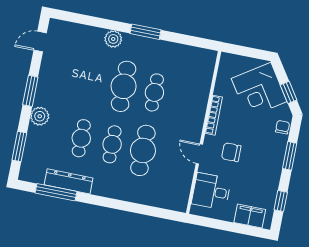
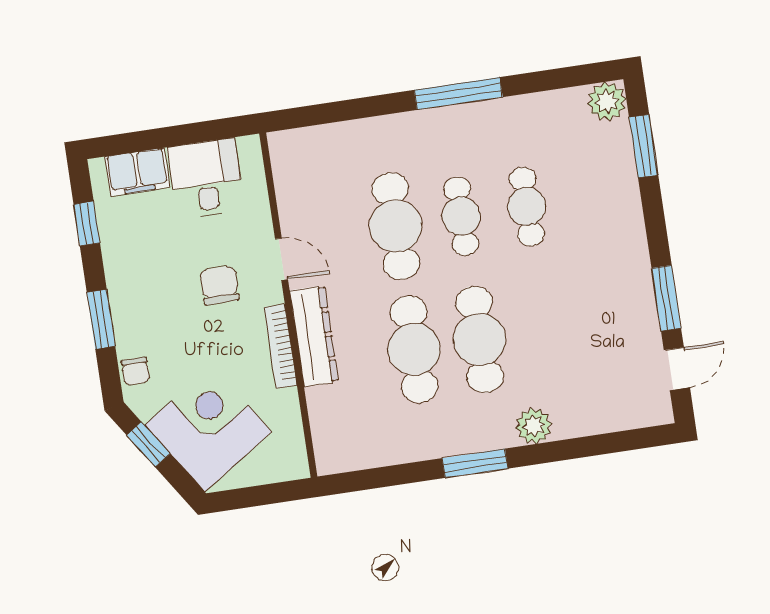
window: (30, 91) -> (666, 298), moved
cafe table: (154, 92) -> (414, 349), width x1.37, depth x1.35
plant: (40, 116) -> (607, 101), moved
chair: (231, 152) -> (219, 285), turned -90
dresser: (69, 181) -> (314, 336), moved, turned -90
desk: (211, 191) -> (206, 179), moved, turned -90
window: (56, 192) -> (458, 94), moved

